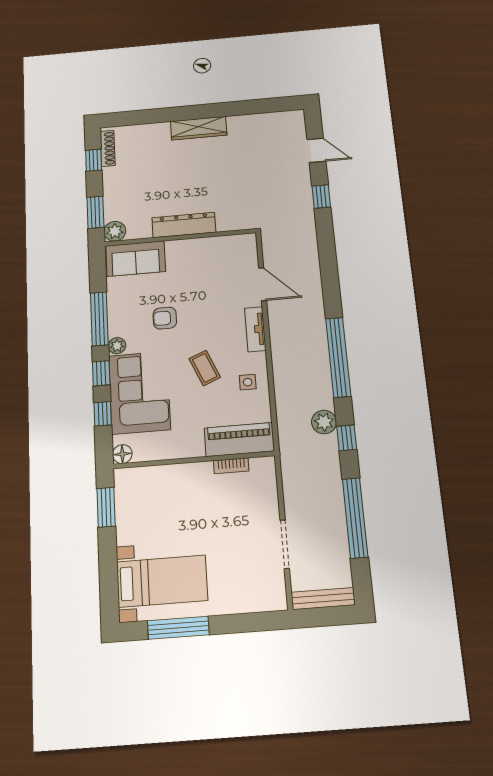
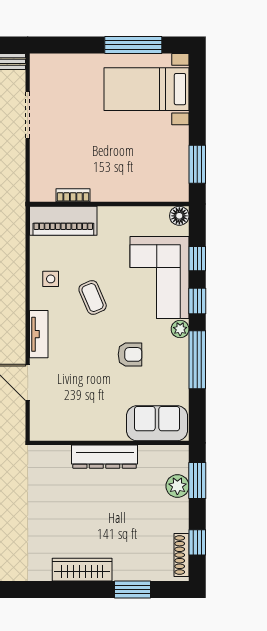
window: (151, 116) -> (132, 590), added
plant: (115, 231) -> (177, 486), moved

